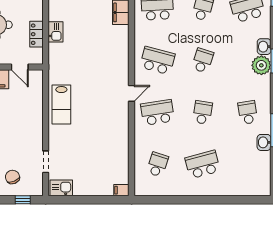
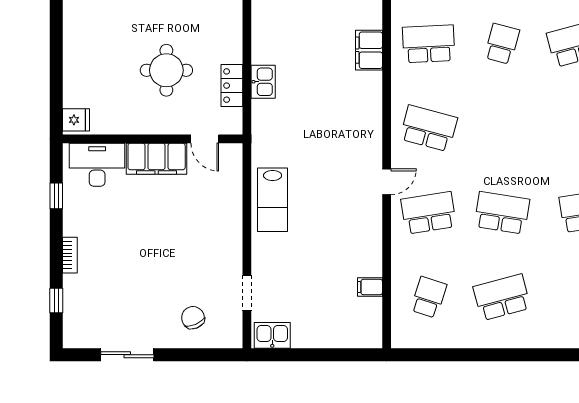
school desk: (203, 60) -> (502, 128), removed
school desk: (203, 112) -> (502, 213), width x1.85
filing cabinet: (121, 190) -> (370, 287), moved
window: (23, 200) -> (210, 355), removed

